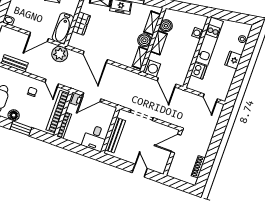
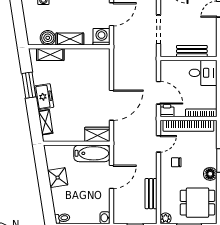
wardrobe: (81, 23) -> (97, 134), moved
door: (39, 37) -> (112, 177), hinge flipped
boiler: (144, 40) -> (73, 56), removed
plant: (60, 54) -> (122, 146), removed
shelving: (140, 58) -> (95, 54), removed
bench: (115, 135) -> (192, 51), width x0.73

